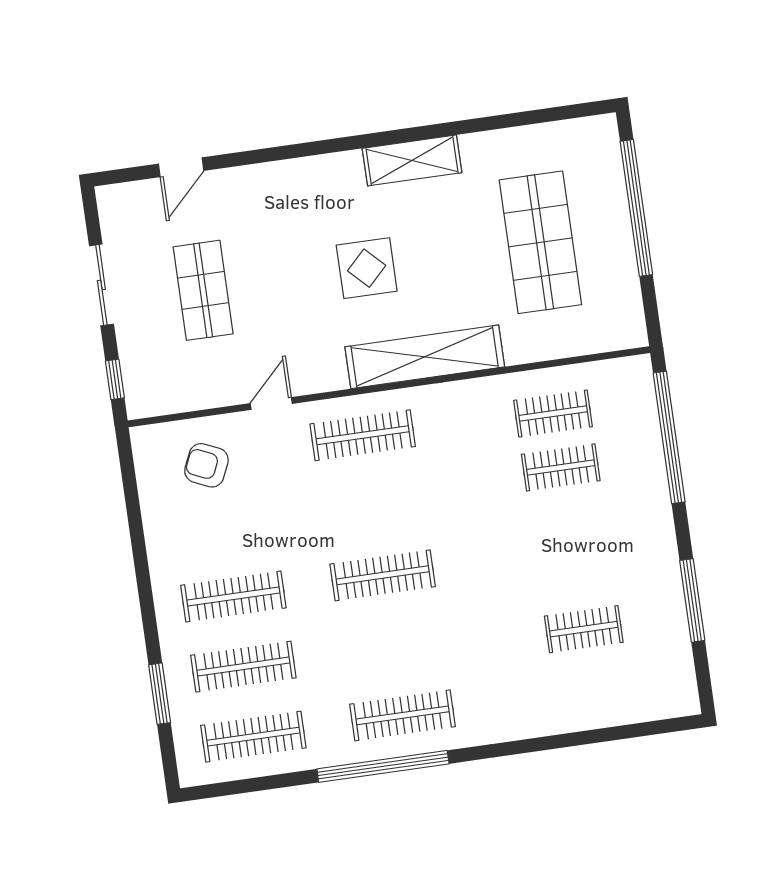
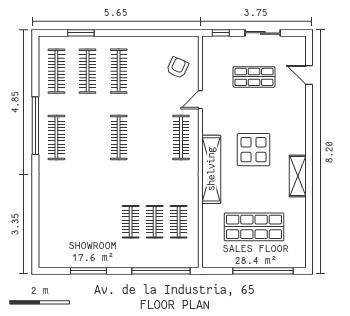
display table: (367, 268) -> (254, 150), width x1.36, depth x1.36
door: (271, 403) -> (200, 100), swing flipped
clothes rail: (584, 629) -> (131, 222), moved

